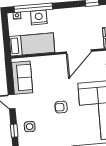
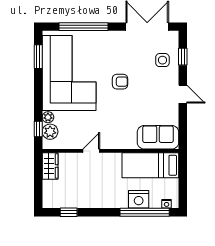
door: (79, 52) -> (91, 151), width x0.53
sofa: (22, 78) -> (158, 137), moved, turned 90

